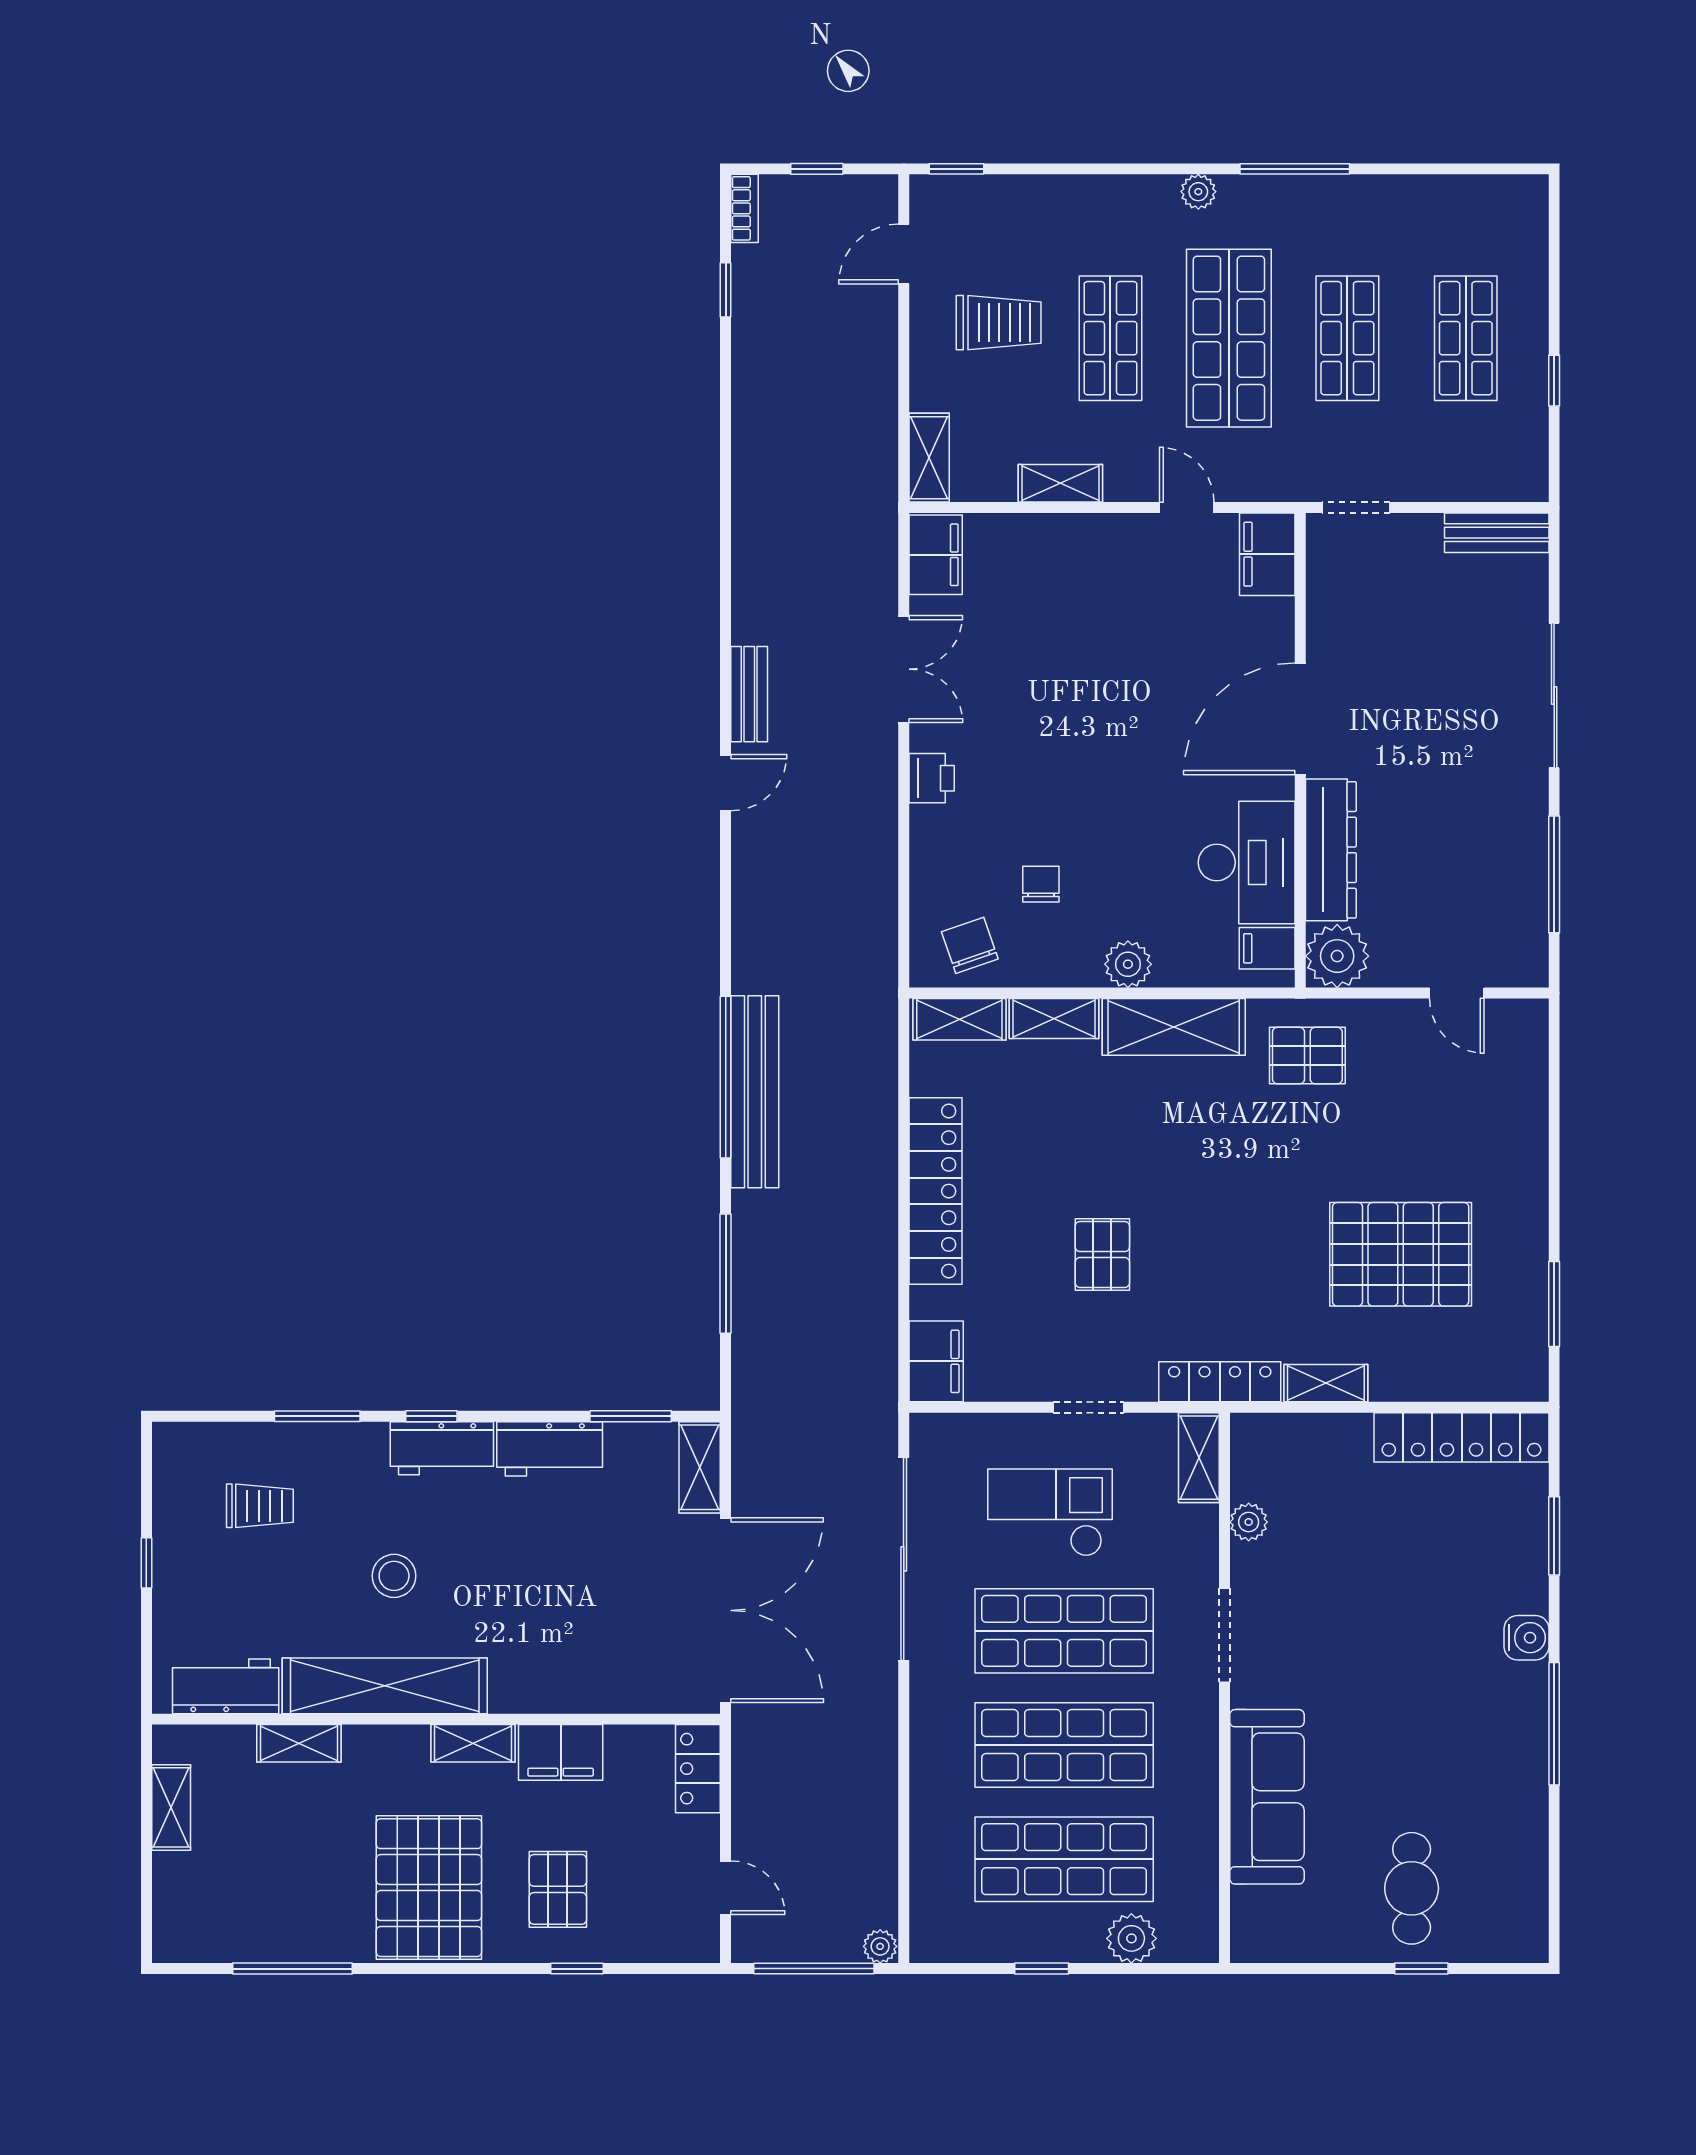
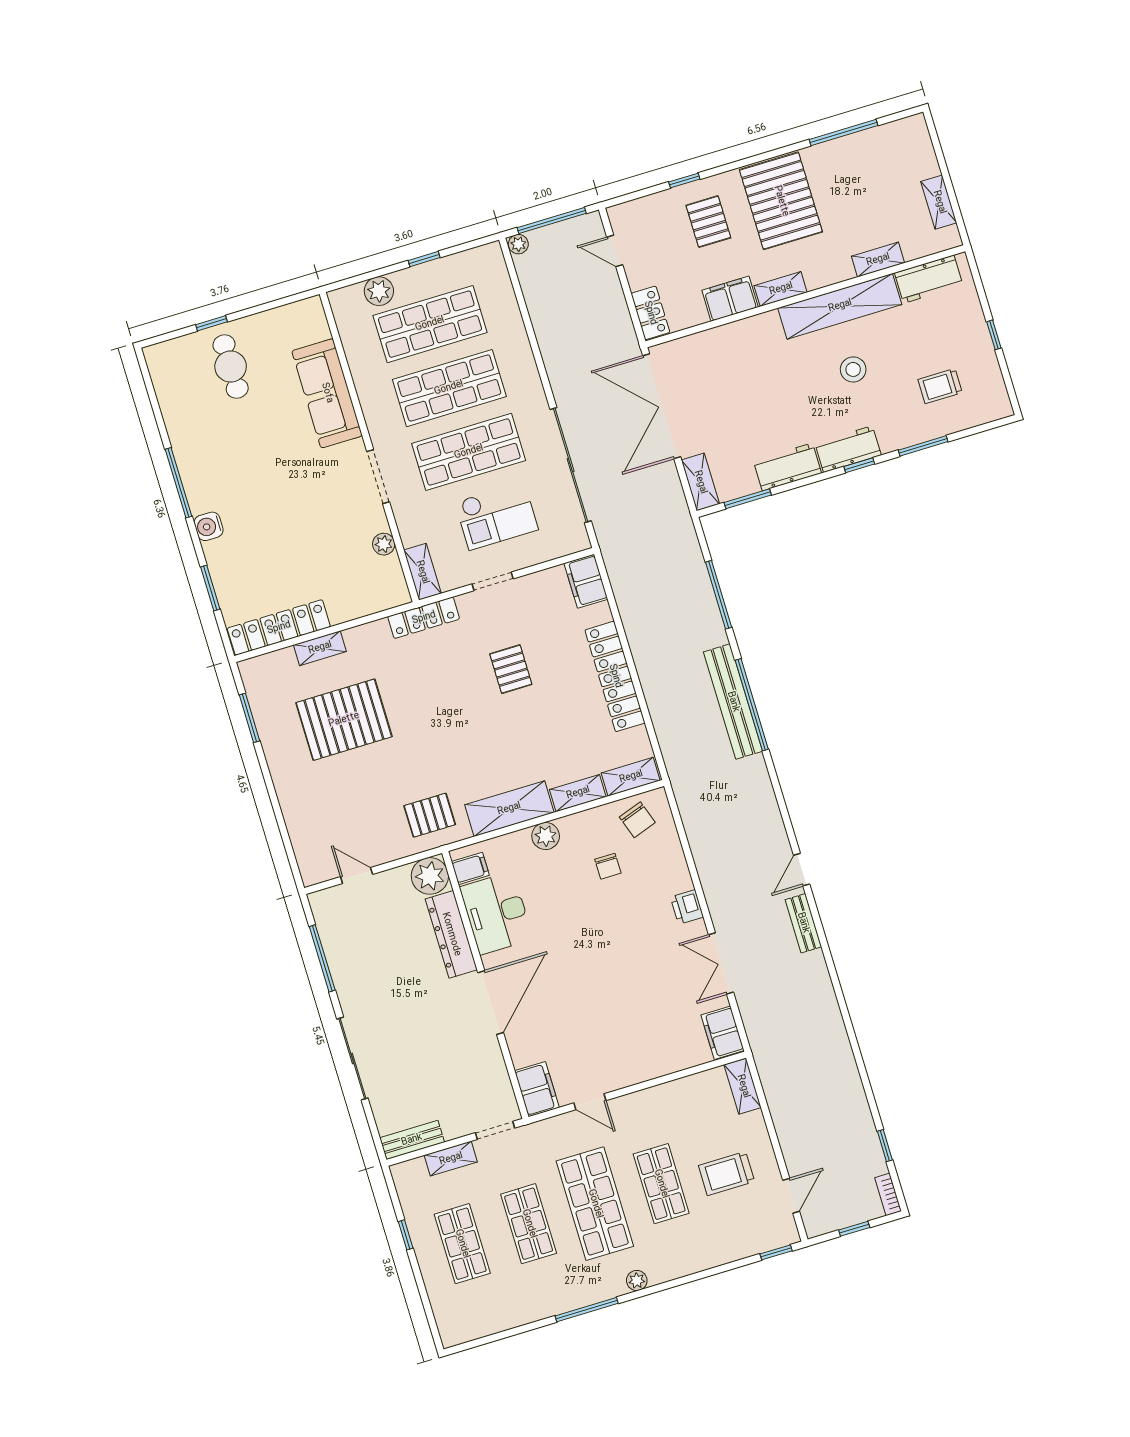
shelving: (1060, 483) -> (451, 1159), moved
shelving: (1326, 1383) -> (320, 648), moved

